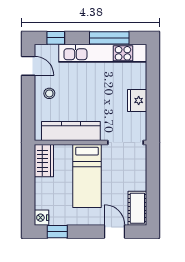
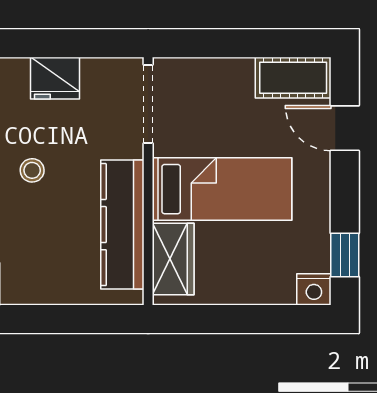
stool: (49, 93) -> (32, 170), moved
wardrobe: (44, 161) -> (173, 259), moved, turned 90
door: (115, 232) -> (345, 128), hinge flipped

